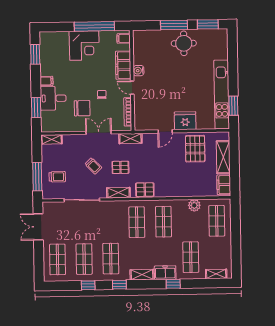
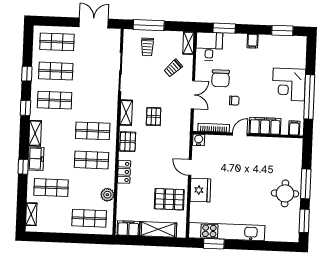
water cooler: (139, 71) -> (199, 140), moved
desk: (53, 98) -> (209, 46), moved
shelving: (130, 139) -> (184, 129), removed
trolley: (93, 166) -> (173, 68), moved
locker: (173, 191) -> (124, 172), added

